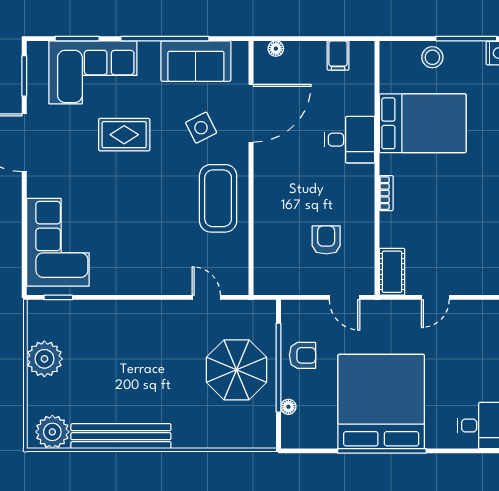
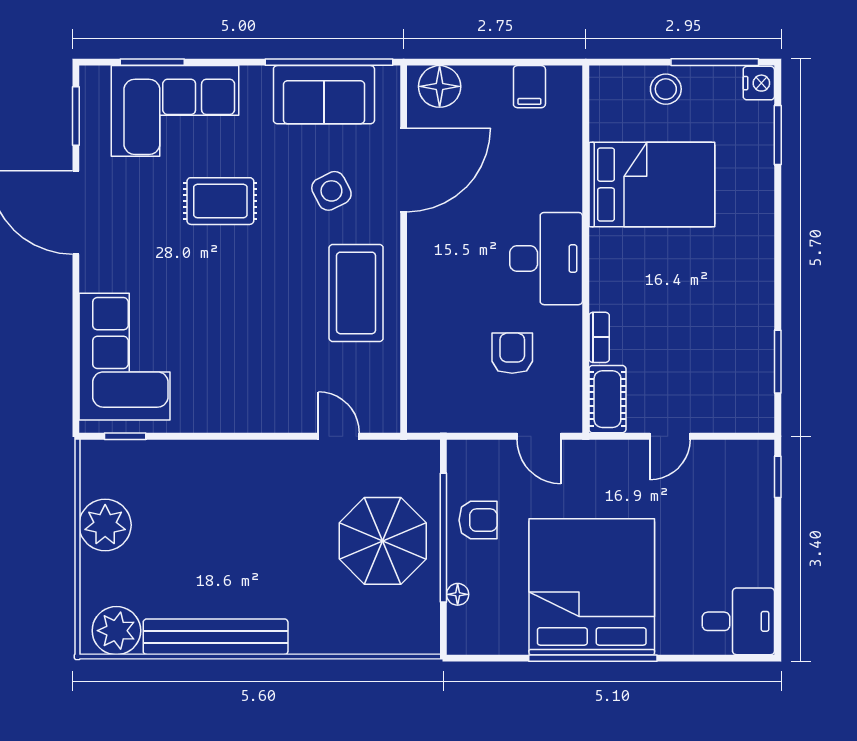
window: (165, 39) -> (329, 62), moved
floor lamp: (276, 49) -> (440, 86), width x1.89, depth x1.89
desk: (350, 140) -> (546, 259), moved, width x1.37
bookcase: (386, 193) -> (599, 337), moved

